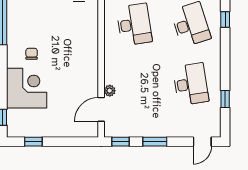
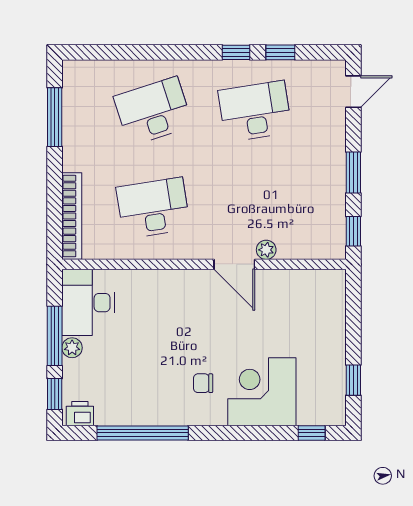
window: (225, 20) -> (236, 52), moved
door: (101, 109) -> (234, 264), moved
door: (202, 142) -> (353, 92), hinge flipped

